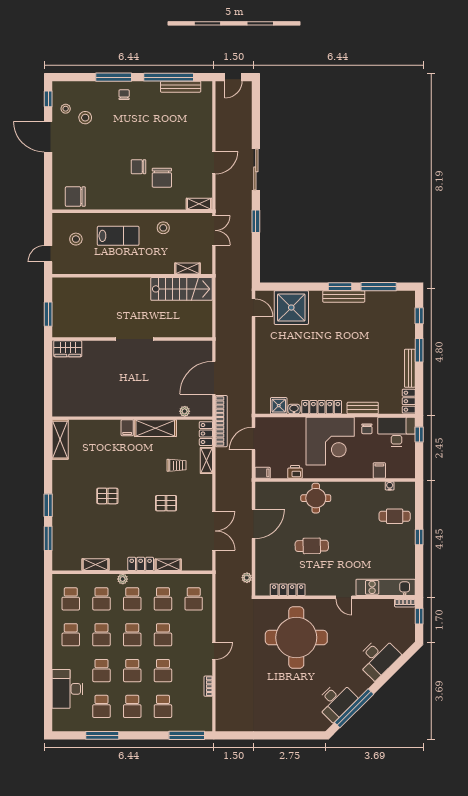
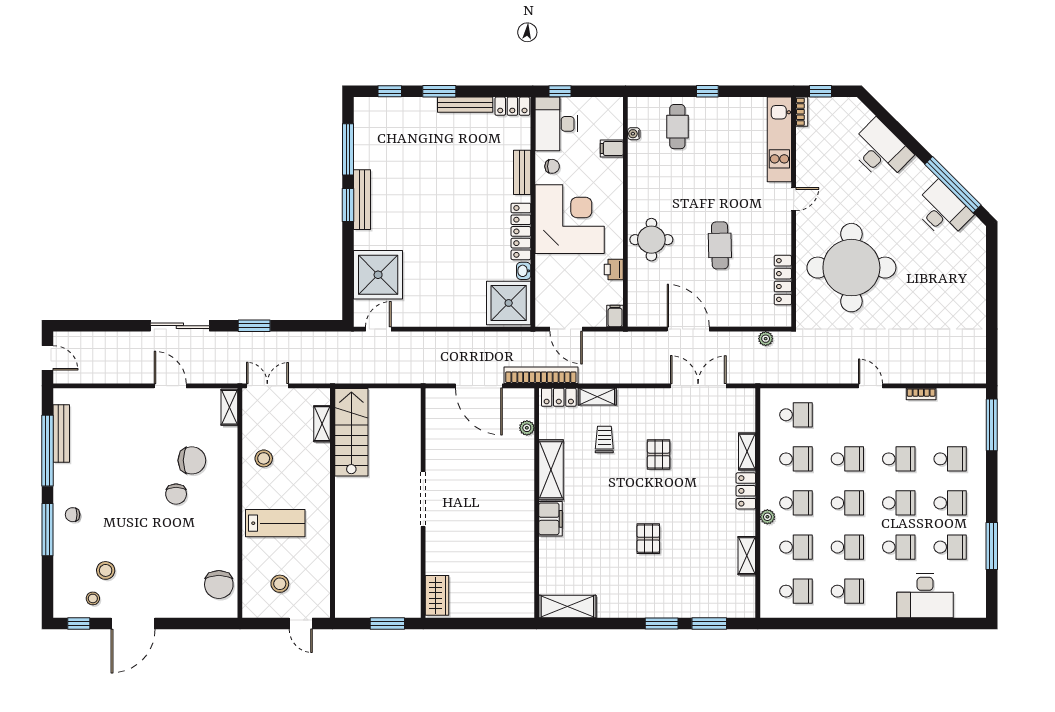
lab bench: (118, 236) -> (275, 523), turned 90
shower: (279, 406) -> (509, 303), width x1.86, depth x1.86
filing cabinet: (127, 428) -> (550, 519), width x2.00

